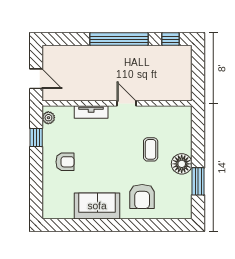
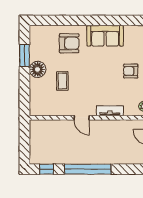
armchair: (142, 197) -> (69, 43), turned 90

